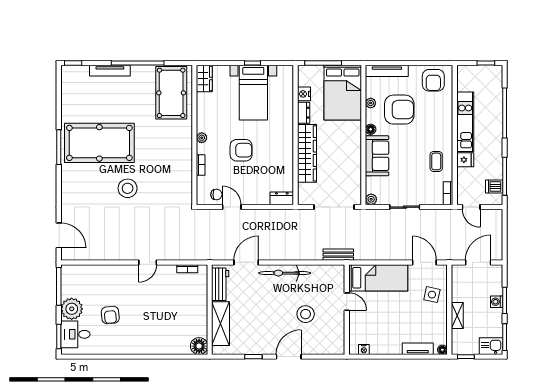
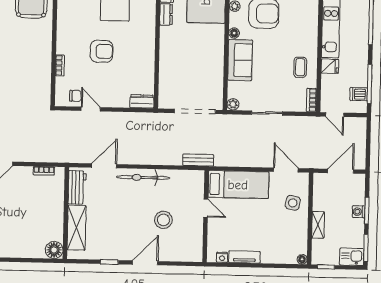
plant: (202, 138) -> (62, 38), removed
wardrobe: (307, 153) -> (169, 56), removed
tv unit: (418, 349) -> (244, 257), moved

